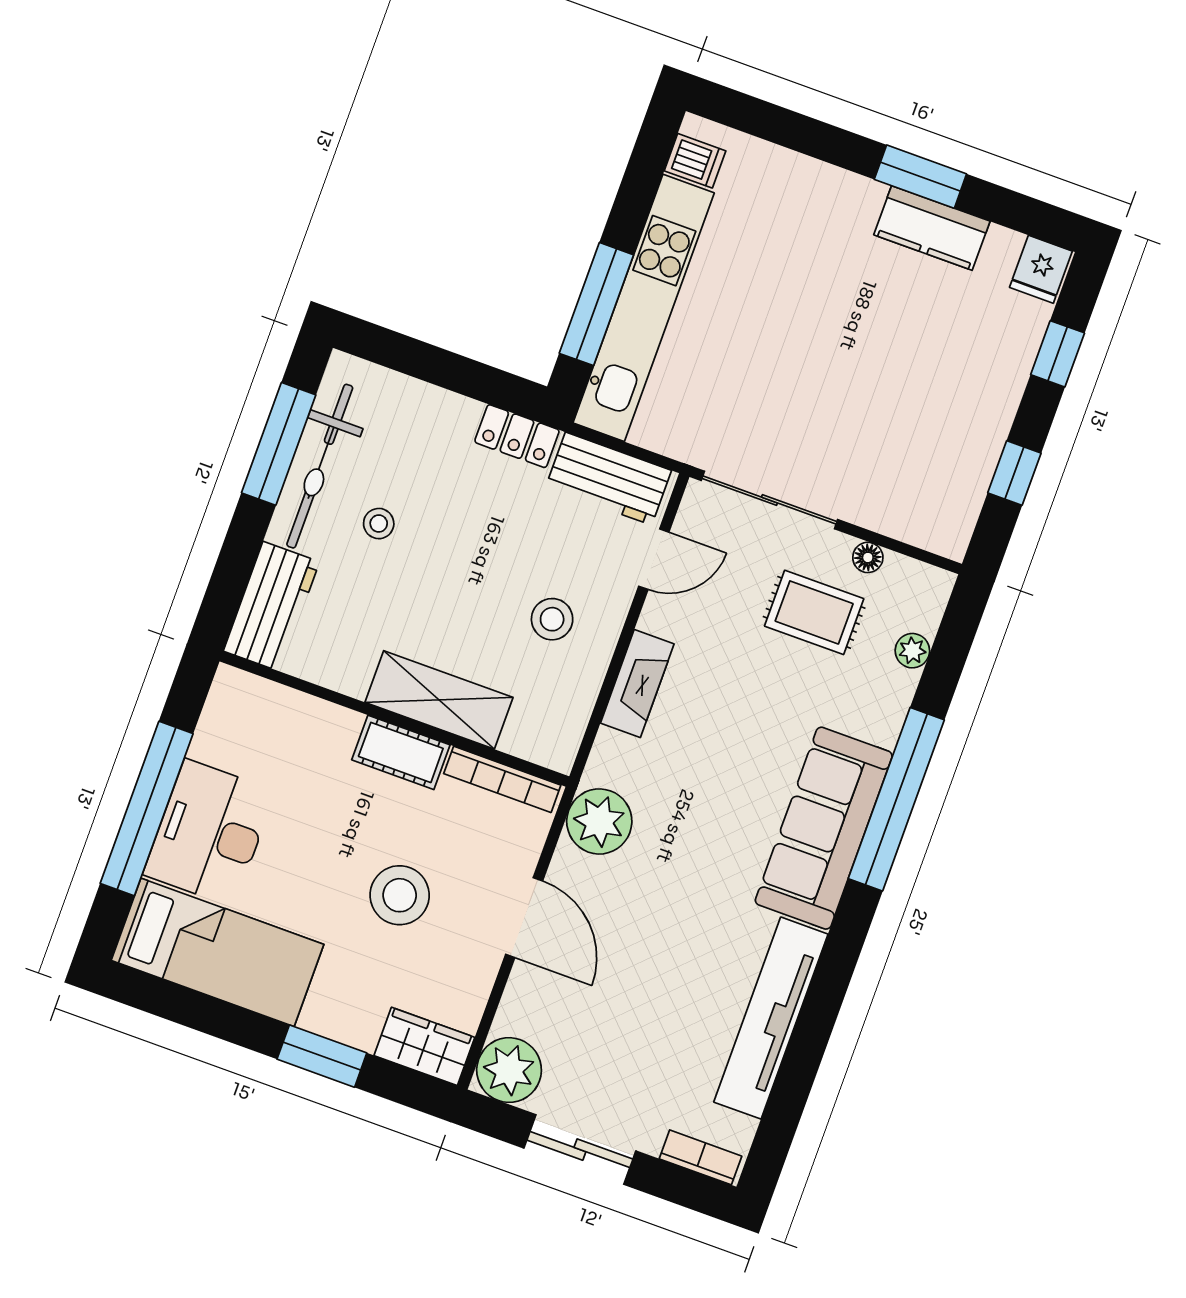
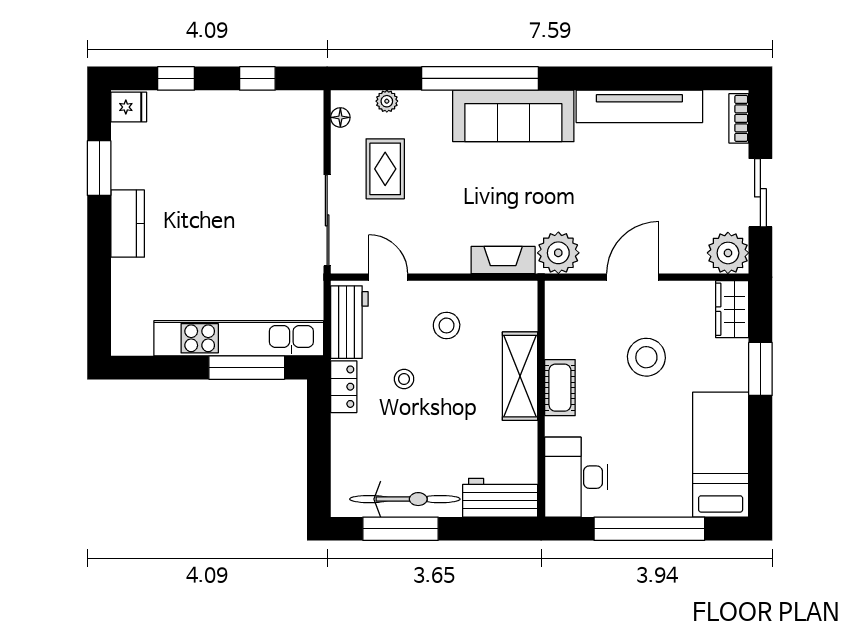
dishwasher: (695, 161) -> (139, 339), removed
window: (920, 177) -> (99, 168), moved
kitchen counter: (932, 228) -> (128, 224), moved
stool: (379, 524) -> (404, 379), moved
floor lamp: (868, 557) -> (340, 117), moved
fireplace: (637, 684) -> (503, 260), moved
bookcase: (502, 779) -> (554, 321), removed
desk: (209, 833) -> (576, 477), moved, turned 90

